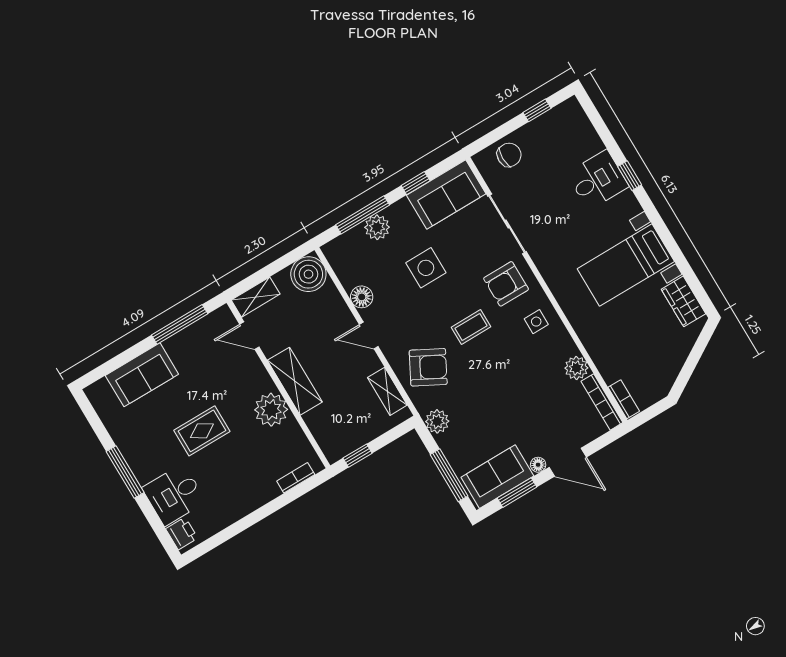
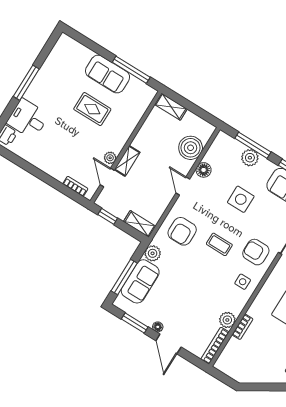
boiler: (308, 274) -> (191, 148), moved
door: (249, 336) -> (107, 178), moved
armchair: (428, 367) -> (182, 231), turned 62
sofa: (142, 375) -> (108, 74), moved
shelving: (295, 381) -> (127, 161), width x0.67, depth x0.75
shelving: (387, 391) -> (140, 224), moved, turned 90
bookcase: (624, 399) -> (243, 327), moved
plant: (271, 410) -> (110, 158), width x0.53, depth x0.53
rug: (202, 431) -> (92, 109), moved
sofa: (497, 477) -> (140, 281), moved, turned 90

